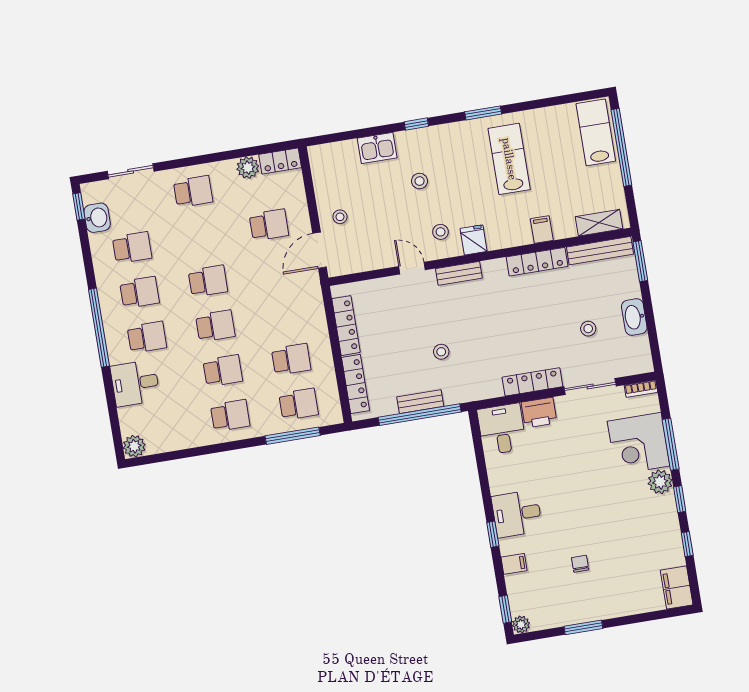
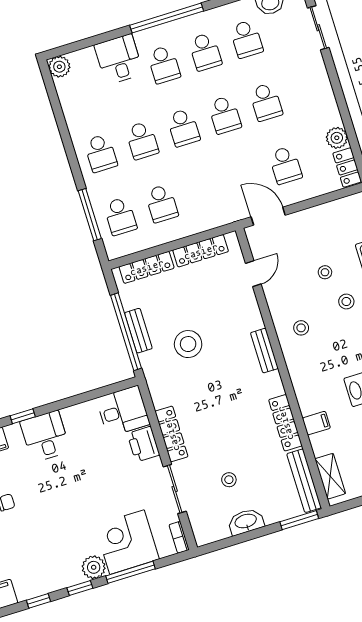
school desk: (193, 191) -> (266, 102), moved
stool: (340, 217) -> (325, 272), moved
fridge: (474, 240) -> (298, 360), removed
door: (412, 268) -> (253, 274), moved
stool: (441, 352) -> (188, 344), width x1.89, depth x1.89

